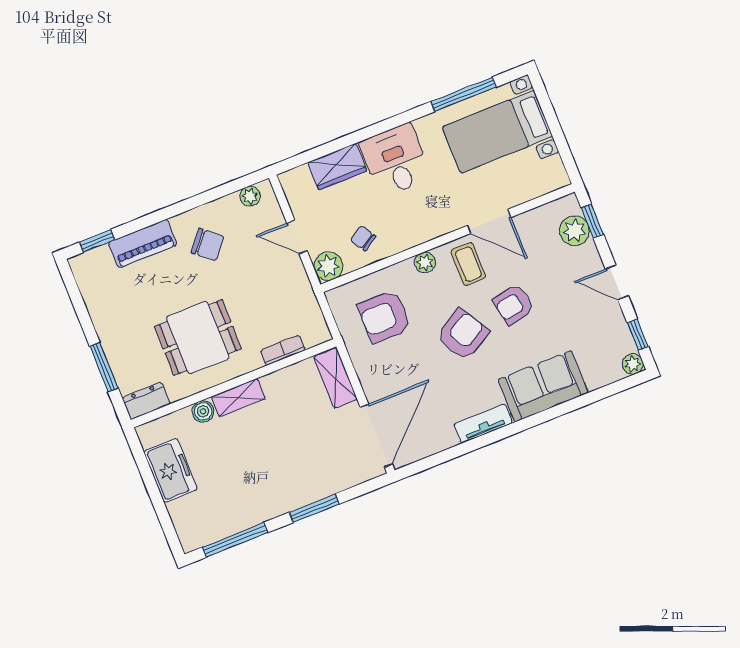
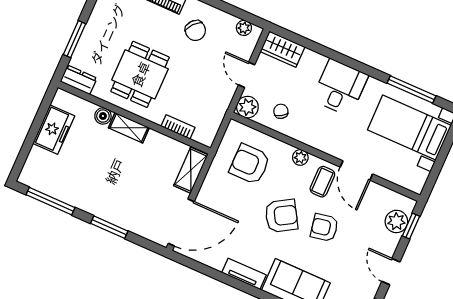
wardrobe: (337, 167) -> (283, 49), moved
dining table: (198, 338) -> (140, 74), turned 90

